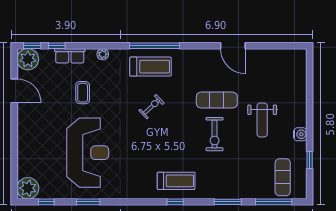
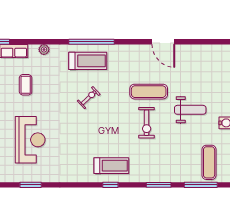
weight bench: (262, 120) -> (190, 110), turned -90
reception desk: (88, 153) -> (30, 140), width x0.74, depth x0.77

